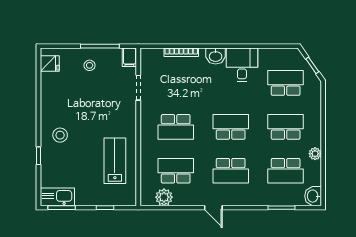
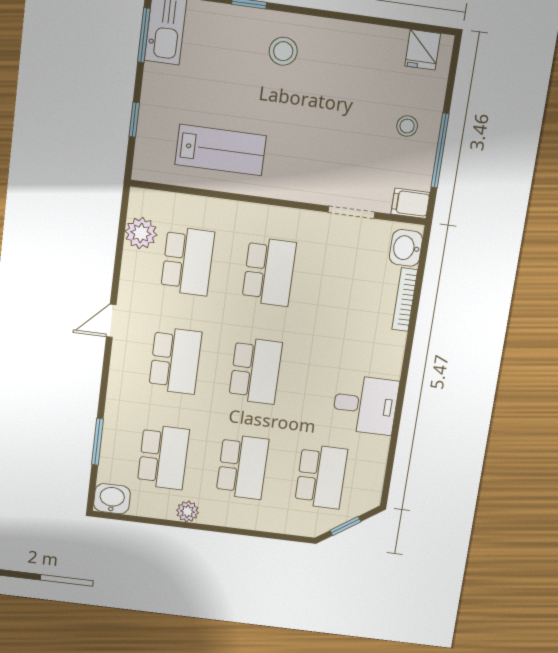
washbasin: (216, 56) -> (406, 248), moved
school desk: (176, 127) -> (269, 272), turned 180
school desk: (231, 171) -> (175, 361), turned 180
school desk: (286, 171) -> (163, 457), turned 180

